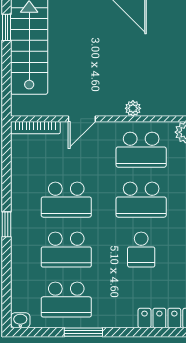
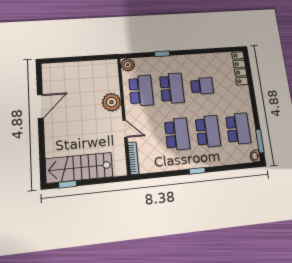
plant: (133, 108) -> (112, 102), width x1.88, depth x1.88
window: (83, 332) -> (260, 141), moved

